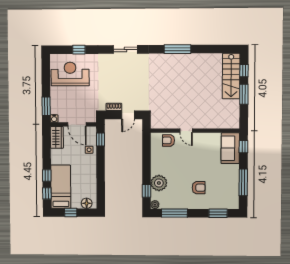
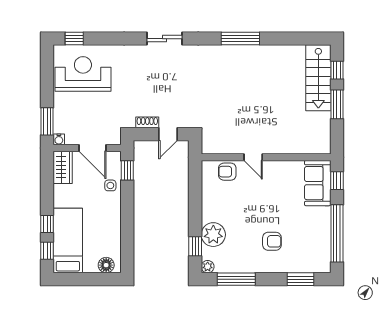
window: (79, 50) -> (74, 39), moved
window: (243, 182) -> (337, 233), width x1.46
window: (71, 213) -> (82, 279), removed

